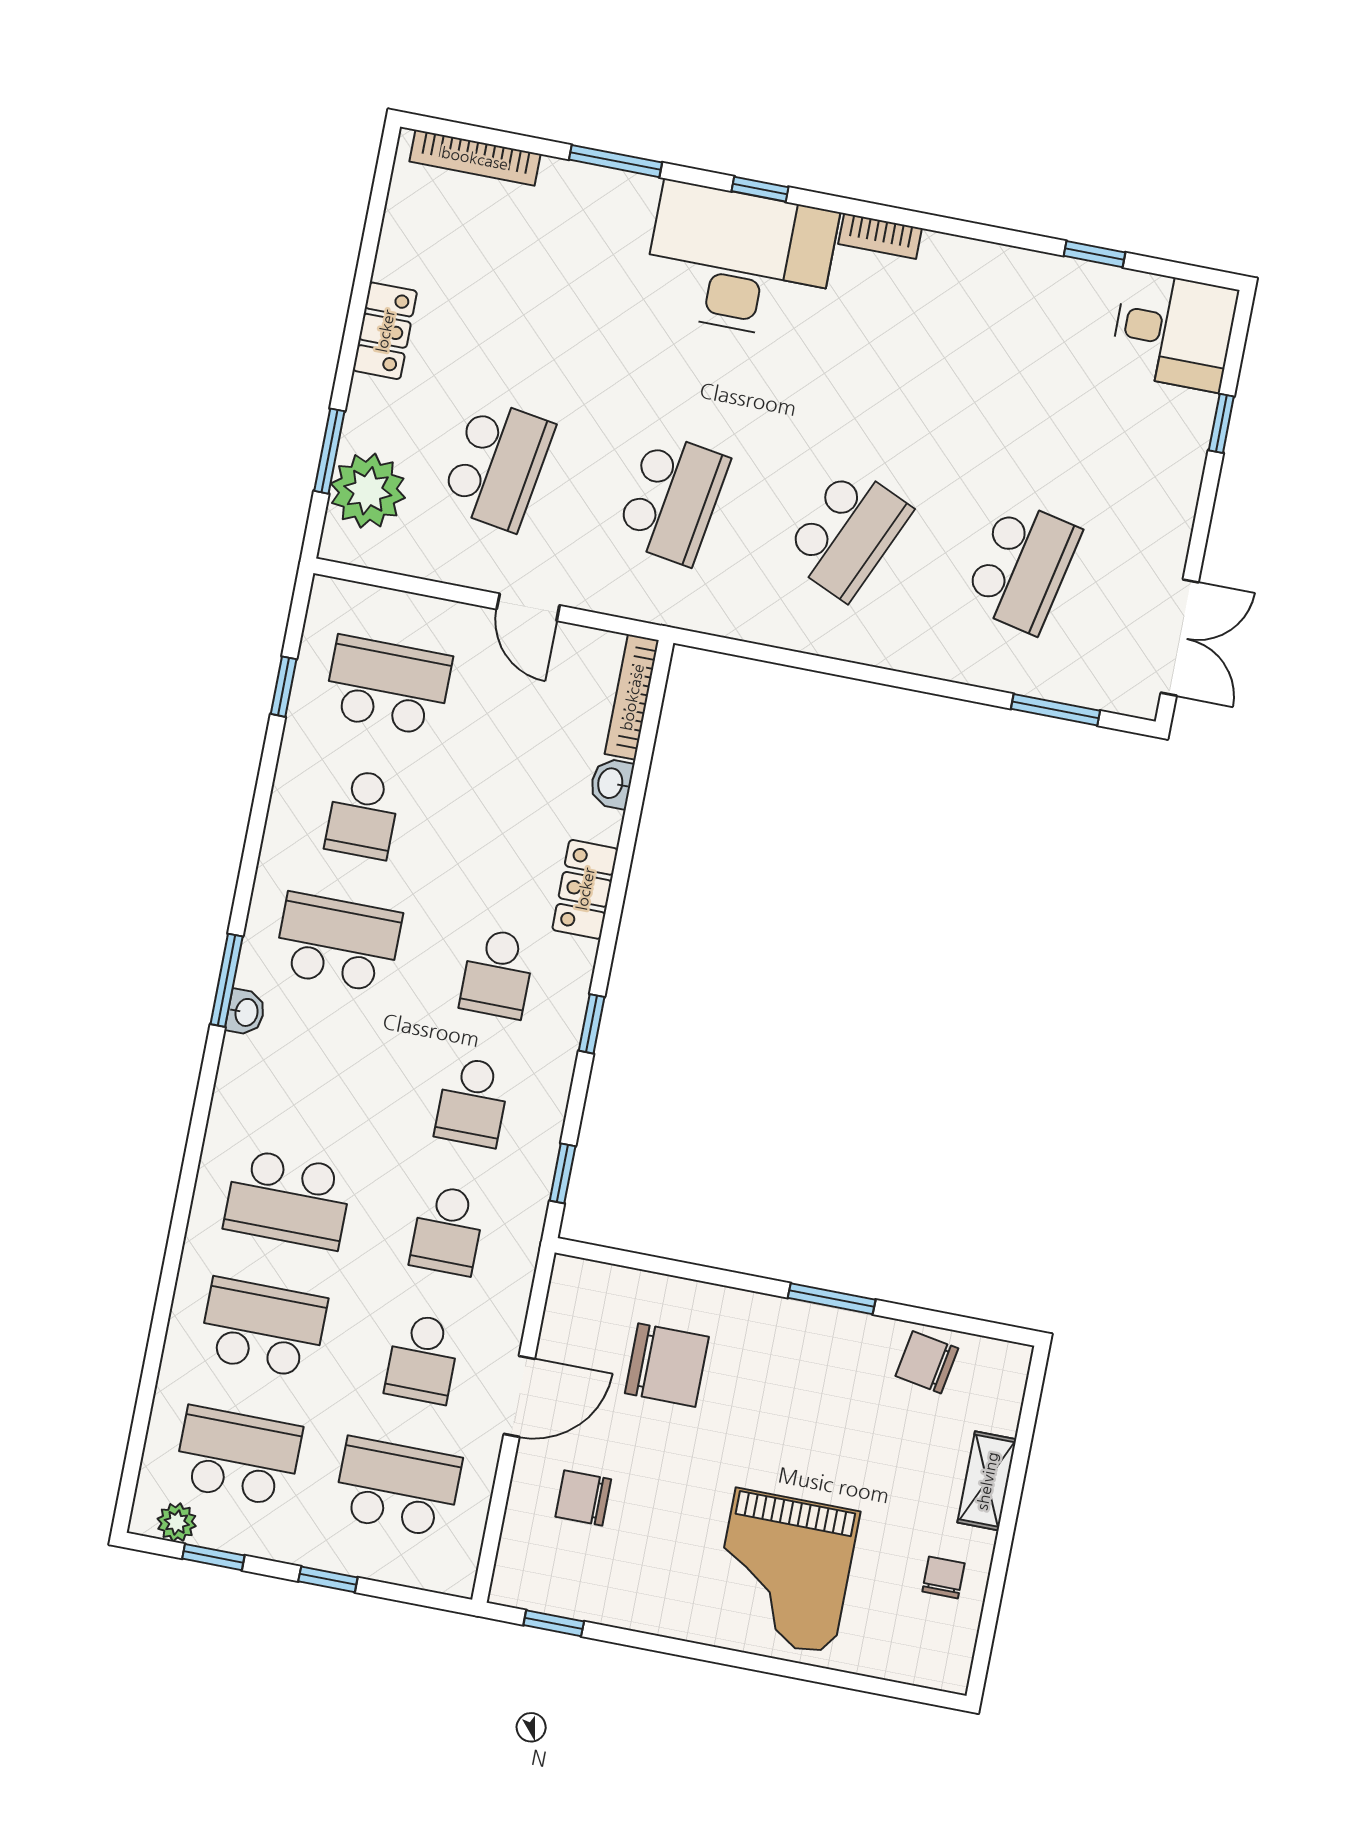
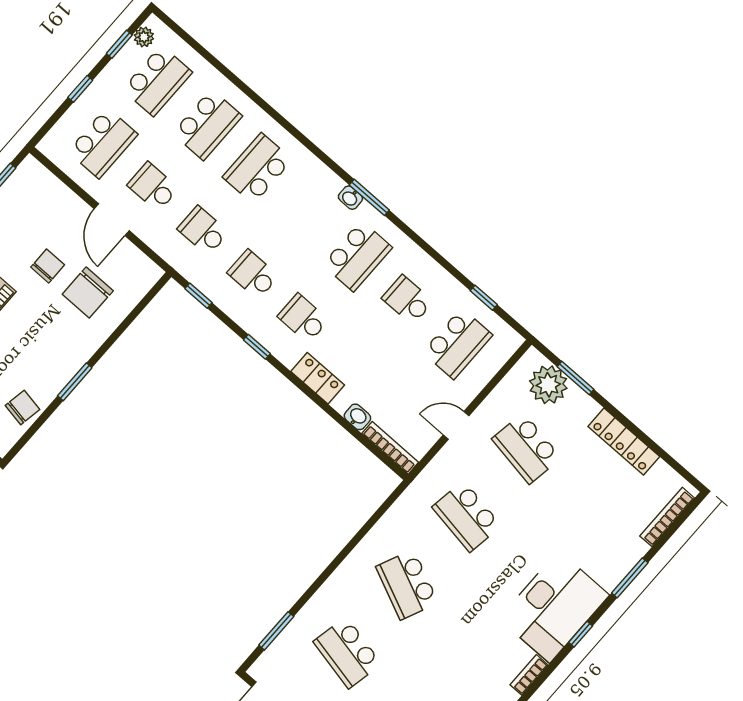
locker: (385, 331) -> (624, 442), width x1.53
chair: (583, 1498) -> (48, 266), moved

